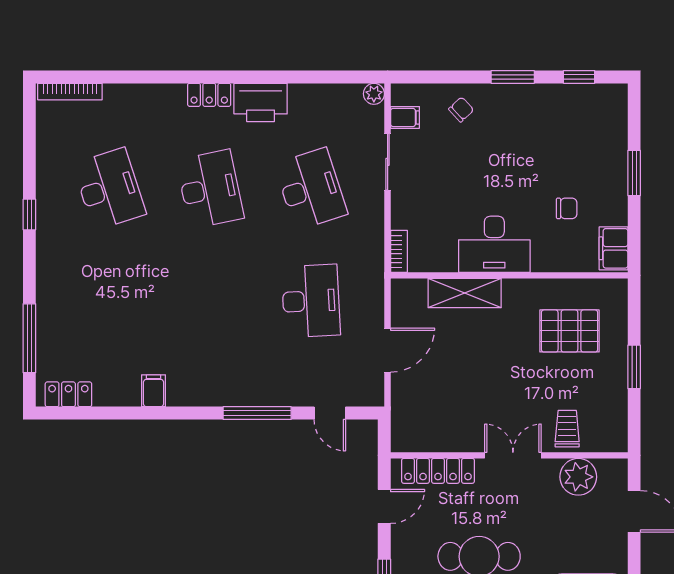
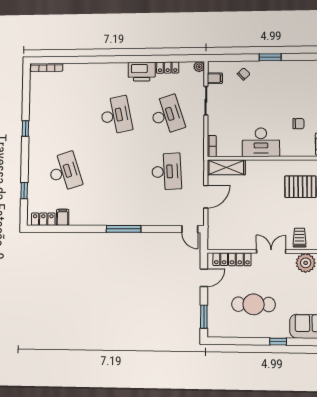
window: (579, 77) -> (304, 57), removed
locker: (209, 95) -> (168, 67), moved
desk: (109, 189) -> (65, 172), moved
shelving: (465, 293) -> (226, 167), moved
window: (29, 338) -> (24, 191), width x0.46
filing cabinet: (154, 391) -> (63, 217), moved
window: (257, 413) -> (124, 229), moved
door: (330, 413) -> (190, 229), moved

